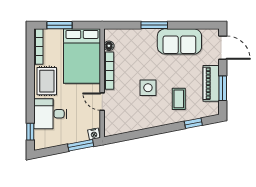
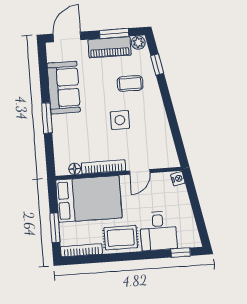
plant: (213, 108) -> (138, 43), added
window: (81, 145) -> (192, 193), removed

